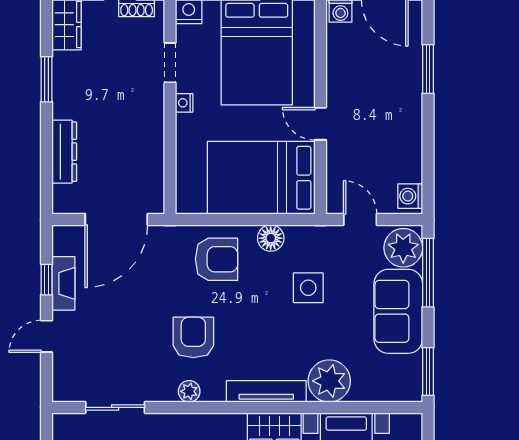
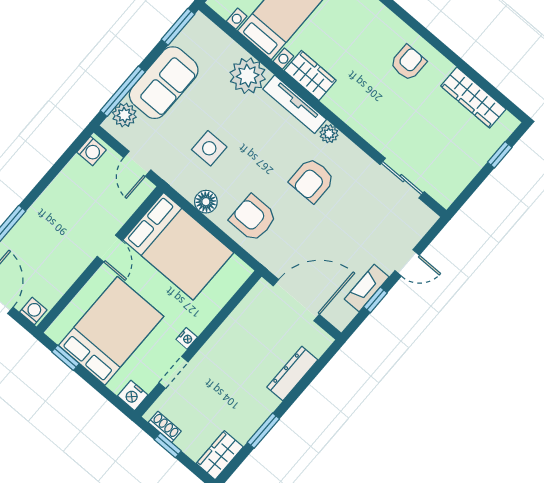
plant: (403, 248) -> (124, 115), width x0.73, depth x0.73
plant: (189, 391) -> (329, 134), moved

